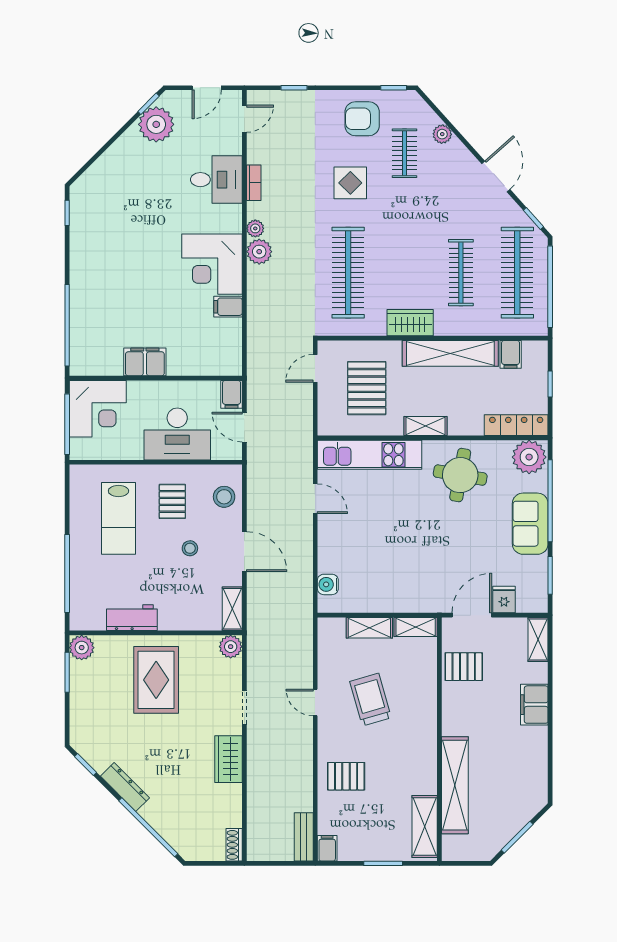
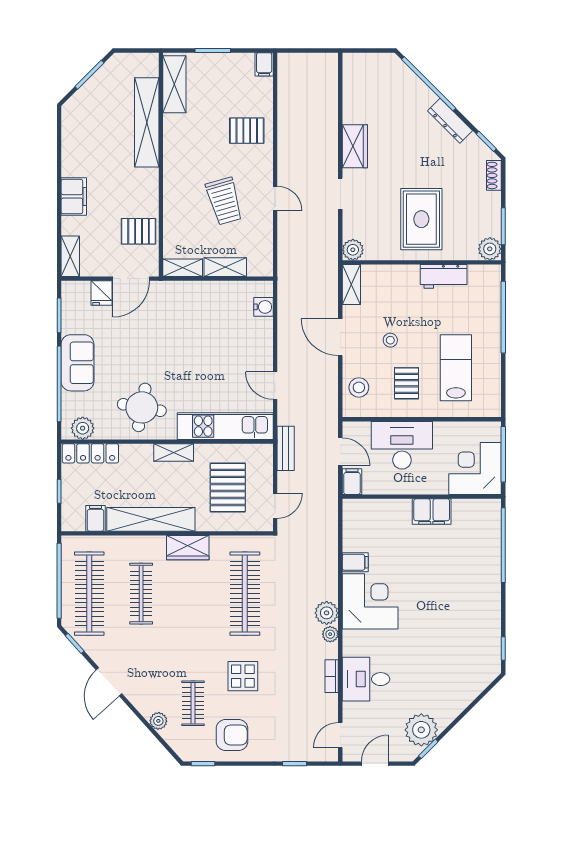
plant: (529, 457) -> (83, 428), width x0.73, depth x0.73
bench: (304, 837) -> (286, 448), moved
shoe rack: (234, 845) -> (494, 175), moved, turned 180

